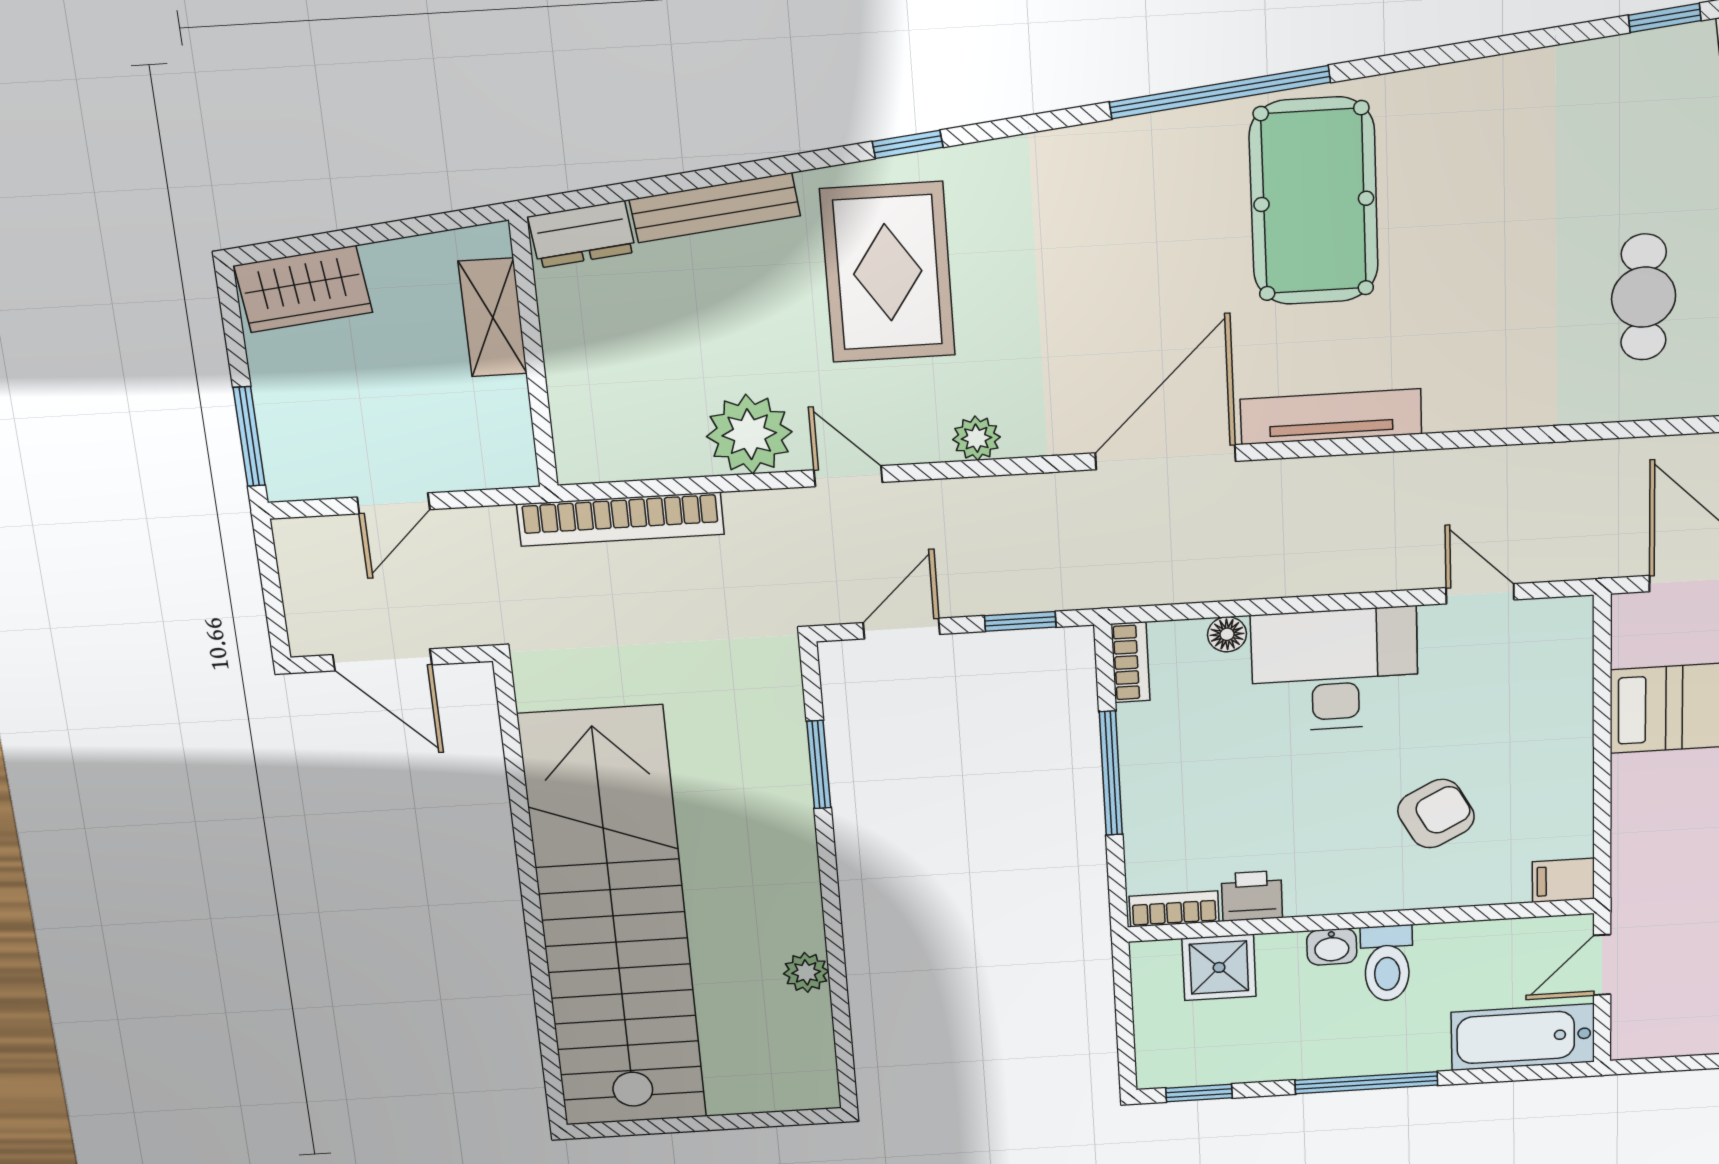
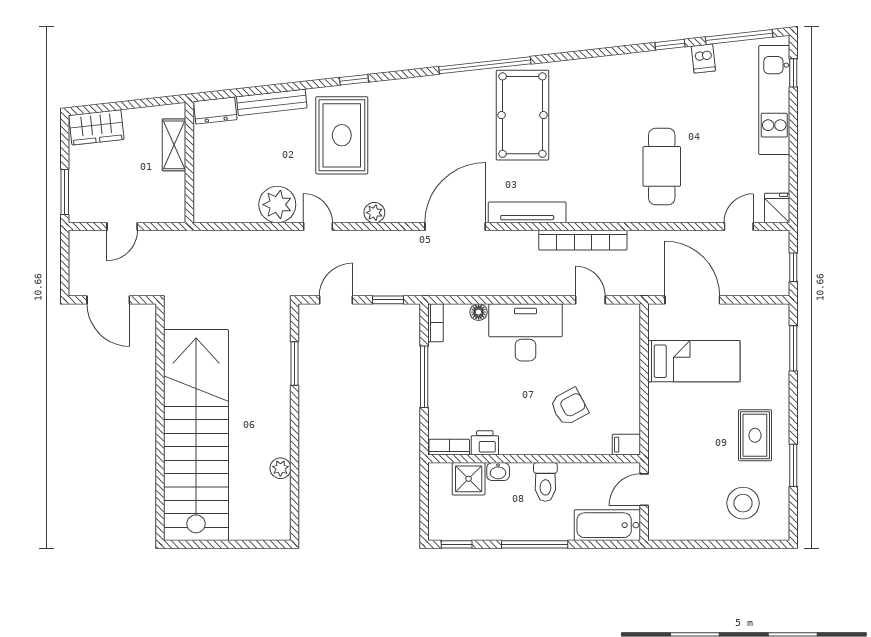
cafe table: (1644, 297) -> (662, 166), width x1.37, depth x1.35
bookcase: (621, 519) -> (583, 240), moved
washbasin: (1332, 947) -> (498, 472), moved

